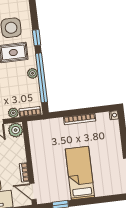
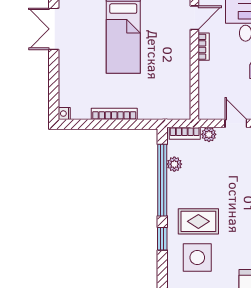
plant: (32, 73) -> (174, 164), moved
plant: (16, 130) -> (209, 109), removed
door: (33, 191) -> (194, 18), hinge flipped

